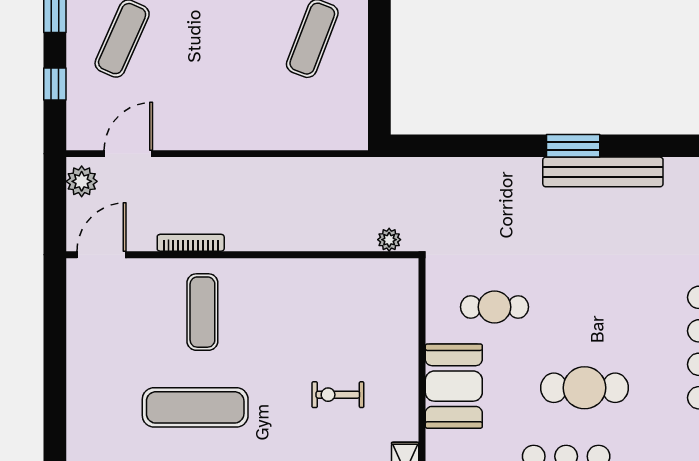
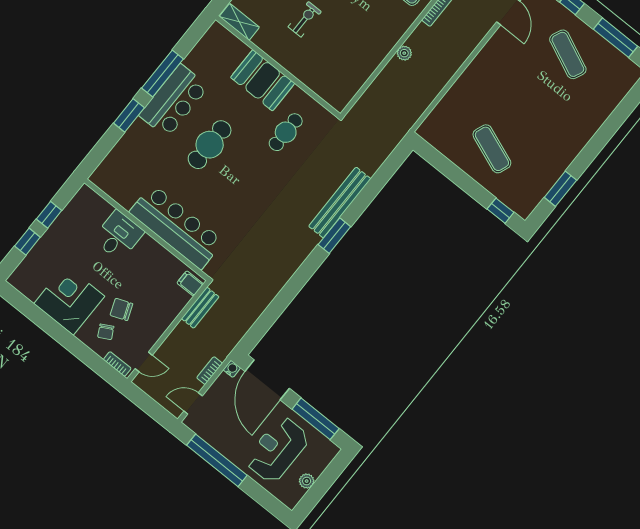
bench: (603, 172) -> (340, 202), moved
plant: (389, 240) -> (404, 53), moved

